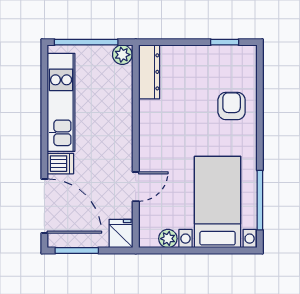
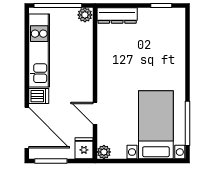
dresser: (149, 72) -> (117, 15), moved, turned 90
armchair: (232, 106) -> (166, 53), removed
door: (136, 187) -> (95, 113), swing flipped
plant: (168, 239) -> (104, 152), moved

